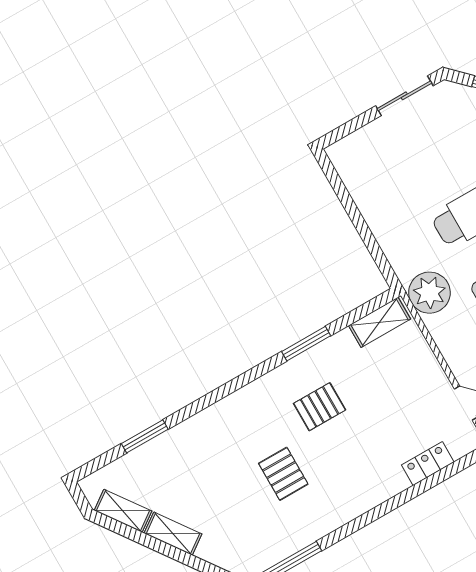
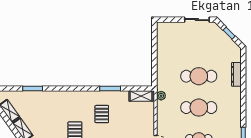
plant: (429, 293) -> (161, 96), width x0.53, depth x0.53
pallet: (320, 407) -> (102, 114), turned 90

